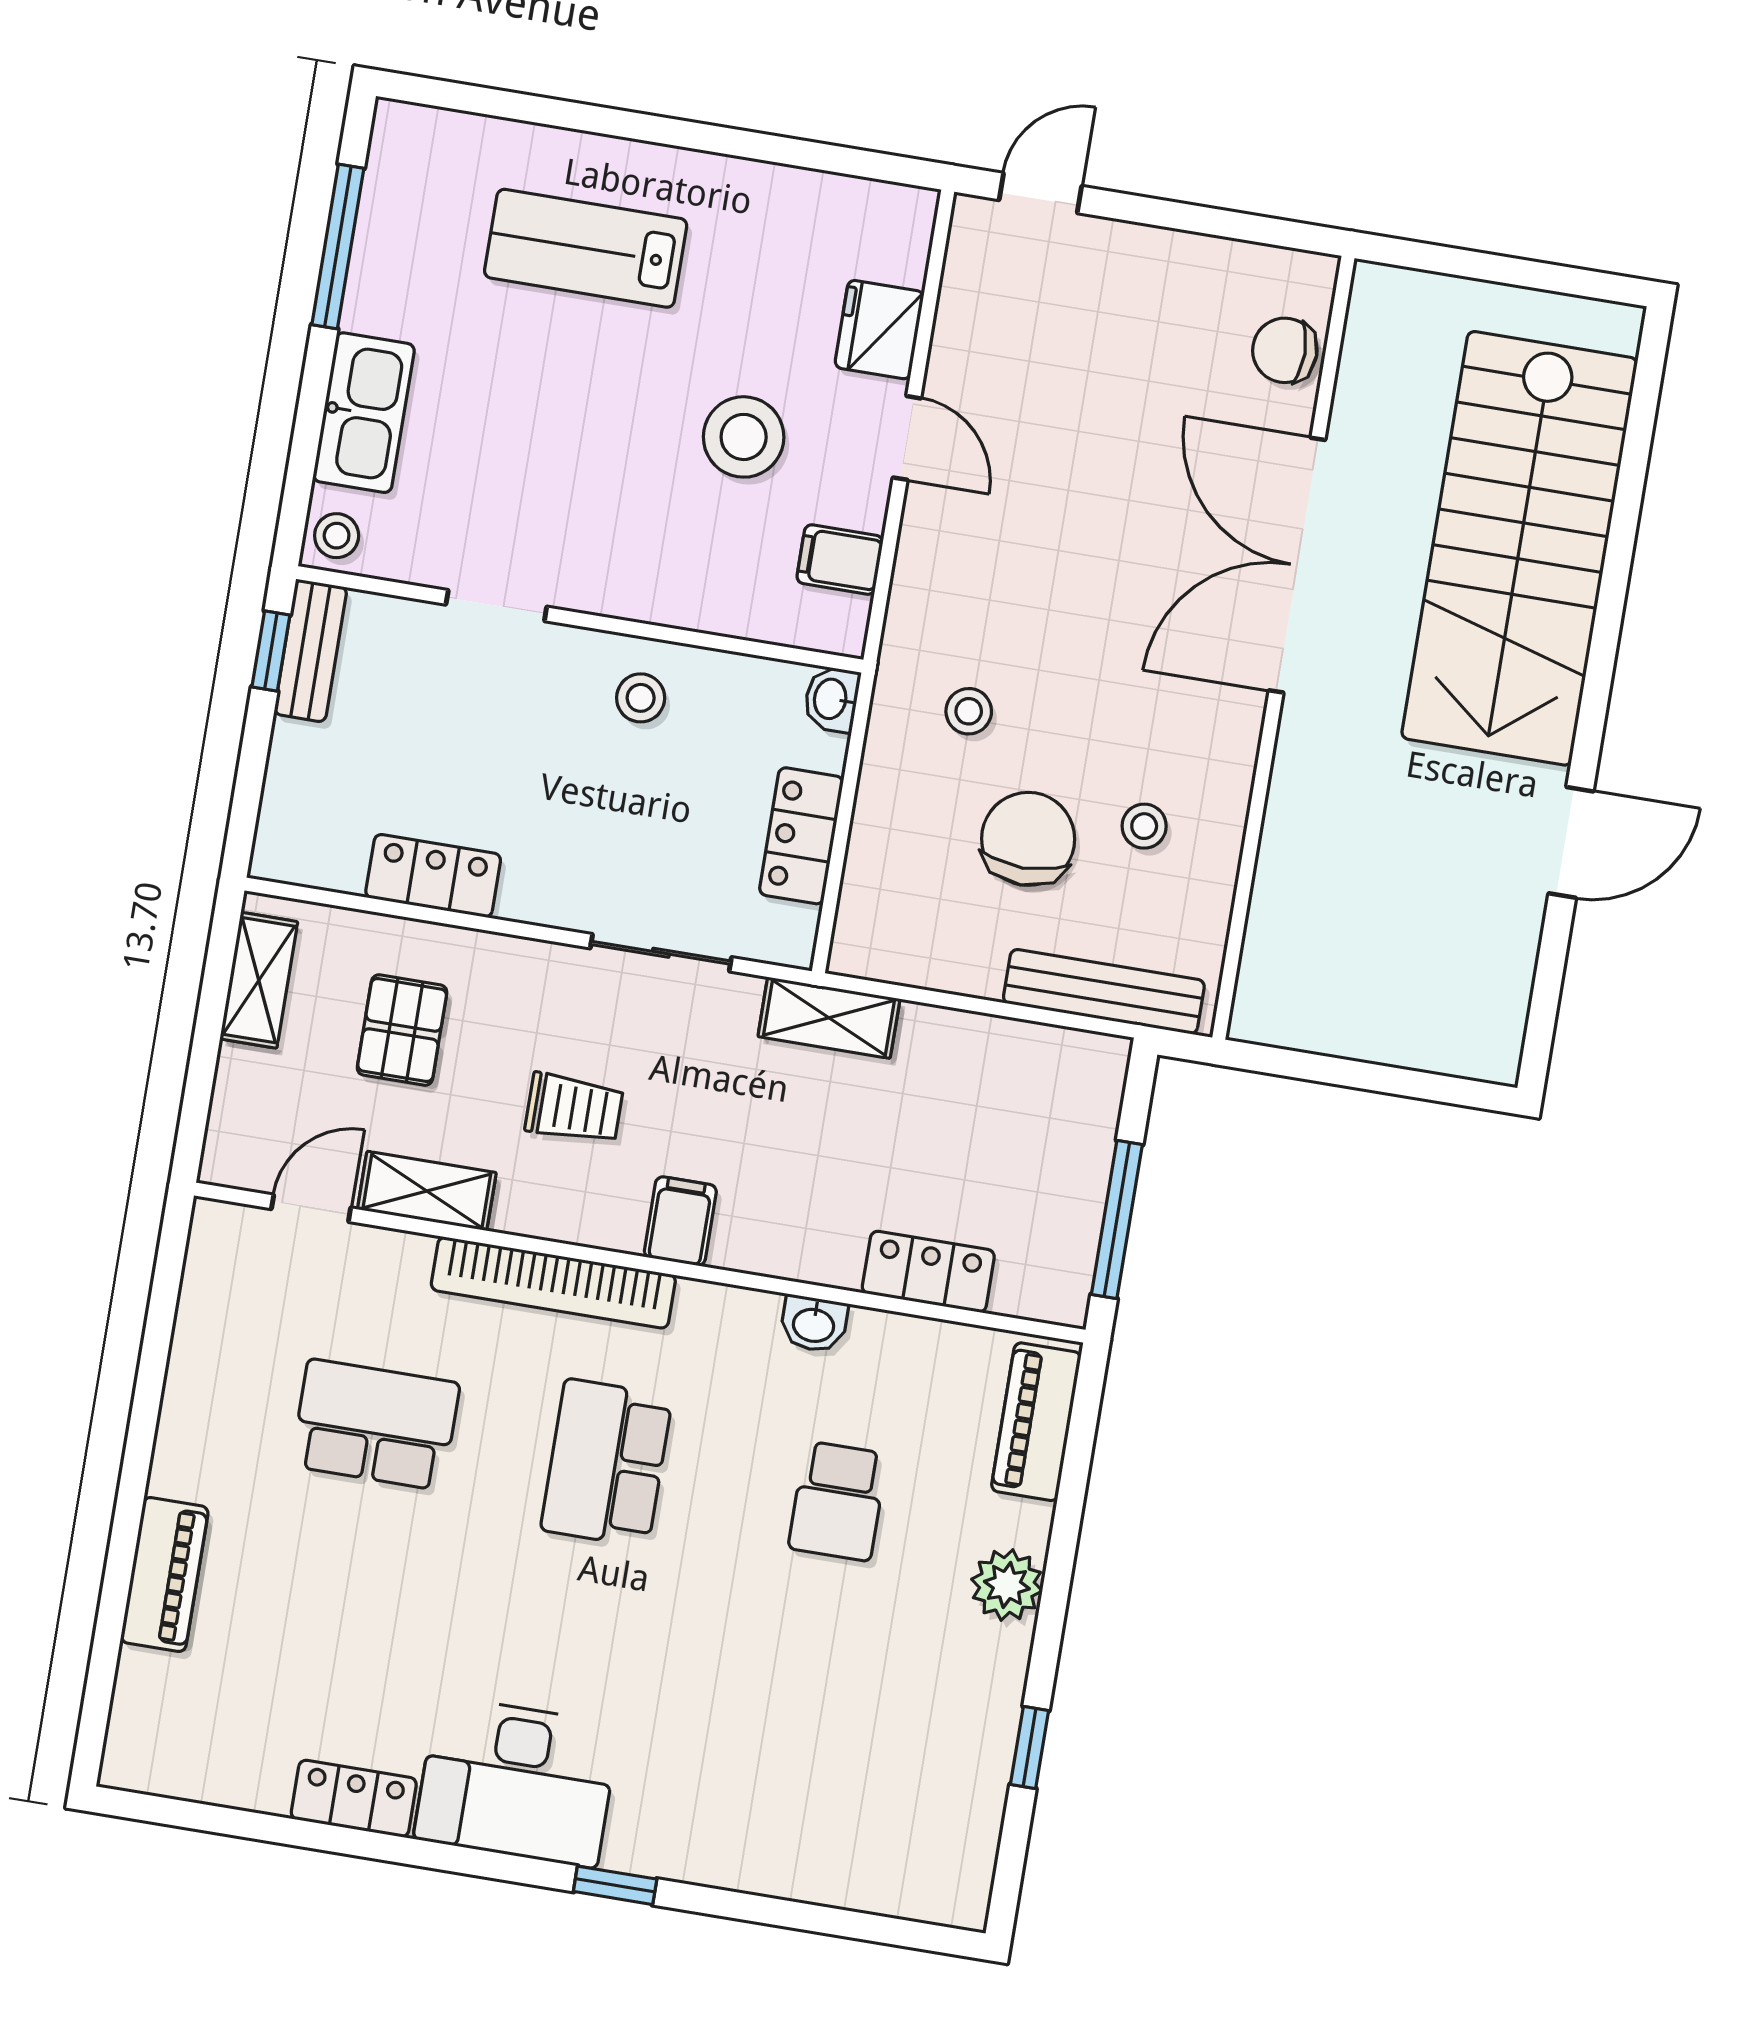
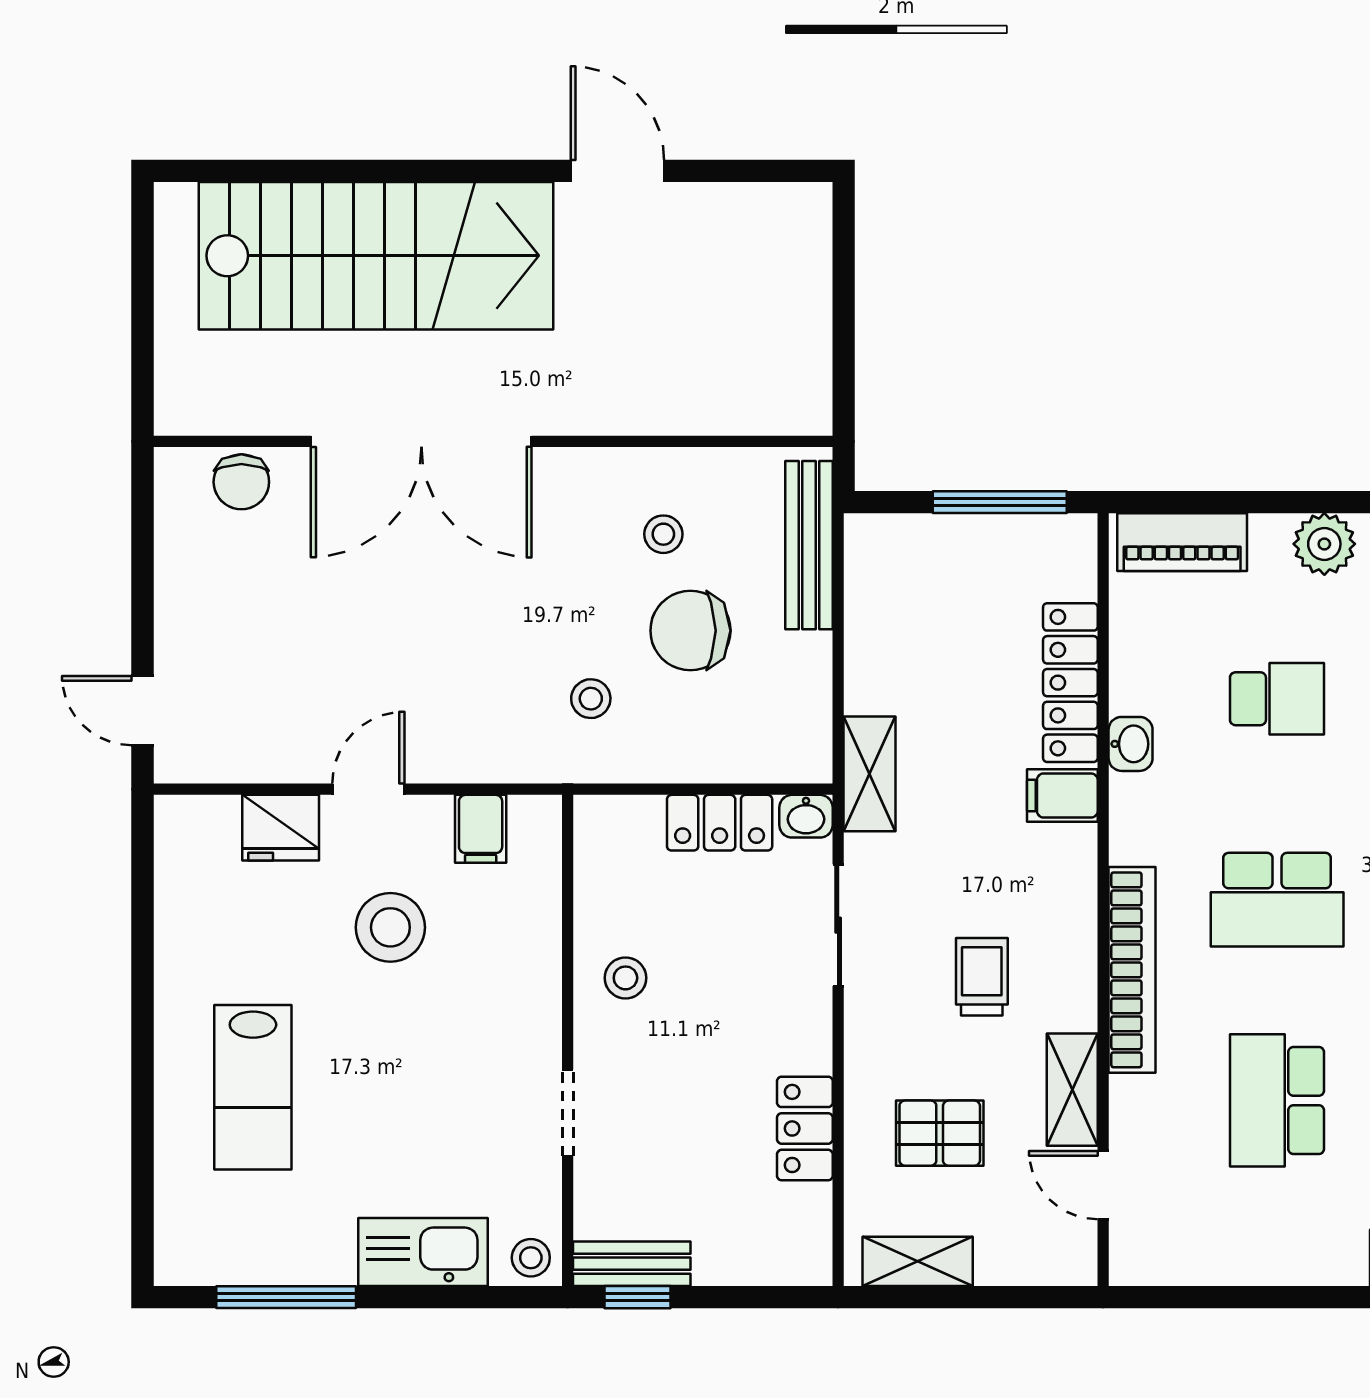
washbasin: (832, 699) -> (806, 816), moved
filing cabinet: (680, 1221) -> (1062, 795), moved
locker: (928, 1272) -> (1070, 683), width x1.53

